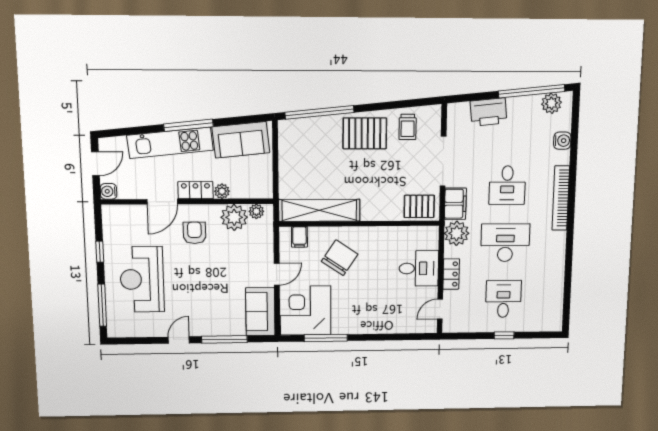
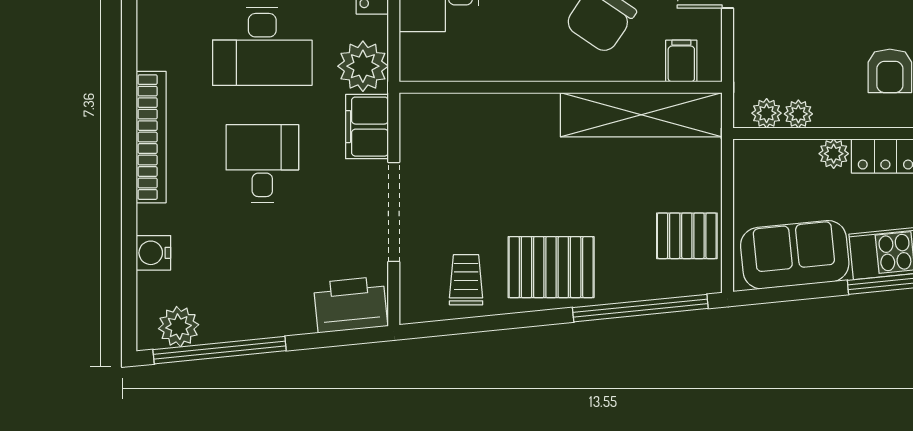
printer: (489, 112) -> (350, 305), moved
pallet: (419, 206) -> (687, 236), moved
plant: (234, 217) -> (798, 114), width x0.53, depth x0.53

